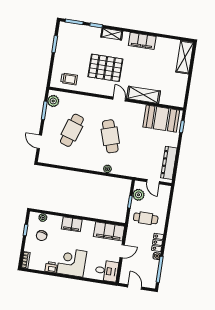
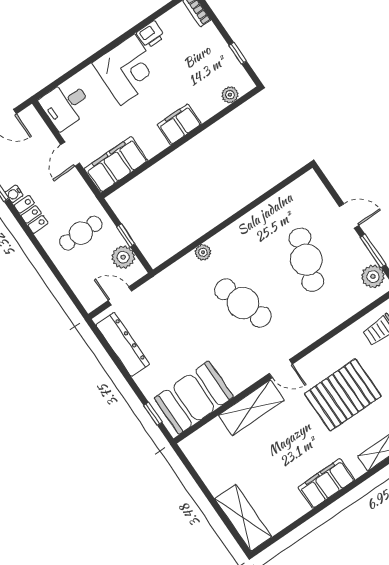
door: (39, 142) -> (349, 216), moved
chair: (42, 236) -> (207, 67), removed

